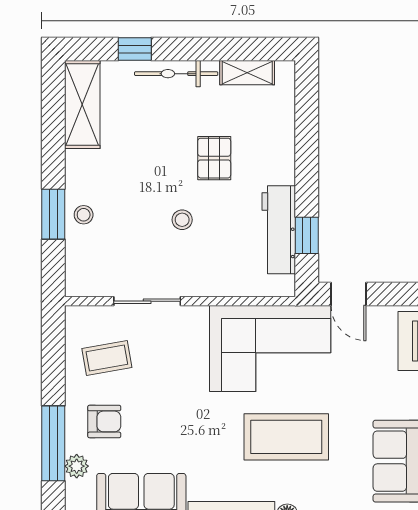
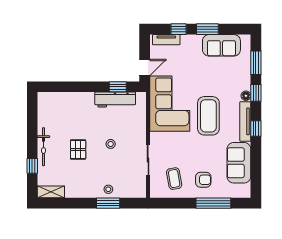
shelving: (247, 73) -> (43, 114), removed
shelving: (82, 105) -> (51, 192), width x0.67, depth x0.75
pallet: (214, 158) -> (78, 150), moved, turned 90
armchair: (104, 421) -> (203, 180), turned 90
coffee table: (286, 437) -> (208, 116), moved
plant: (77, 466) -> (224, 192), removed

